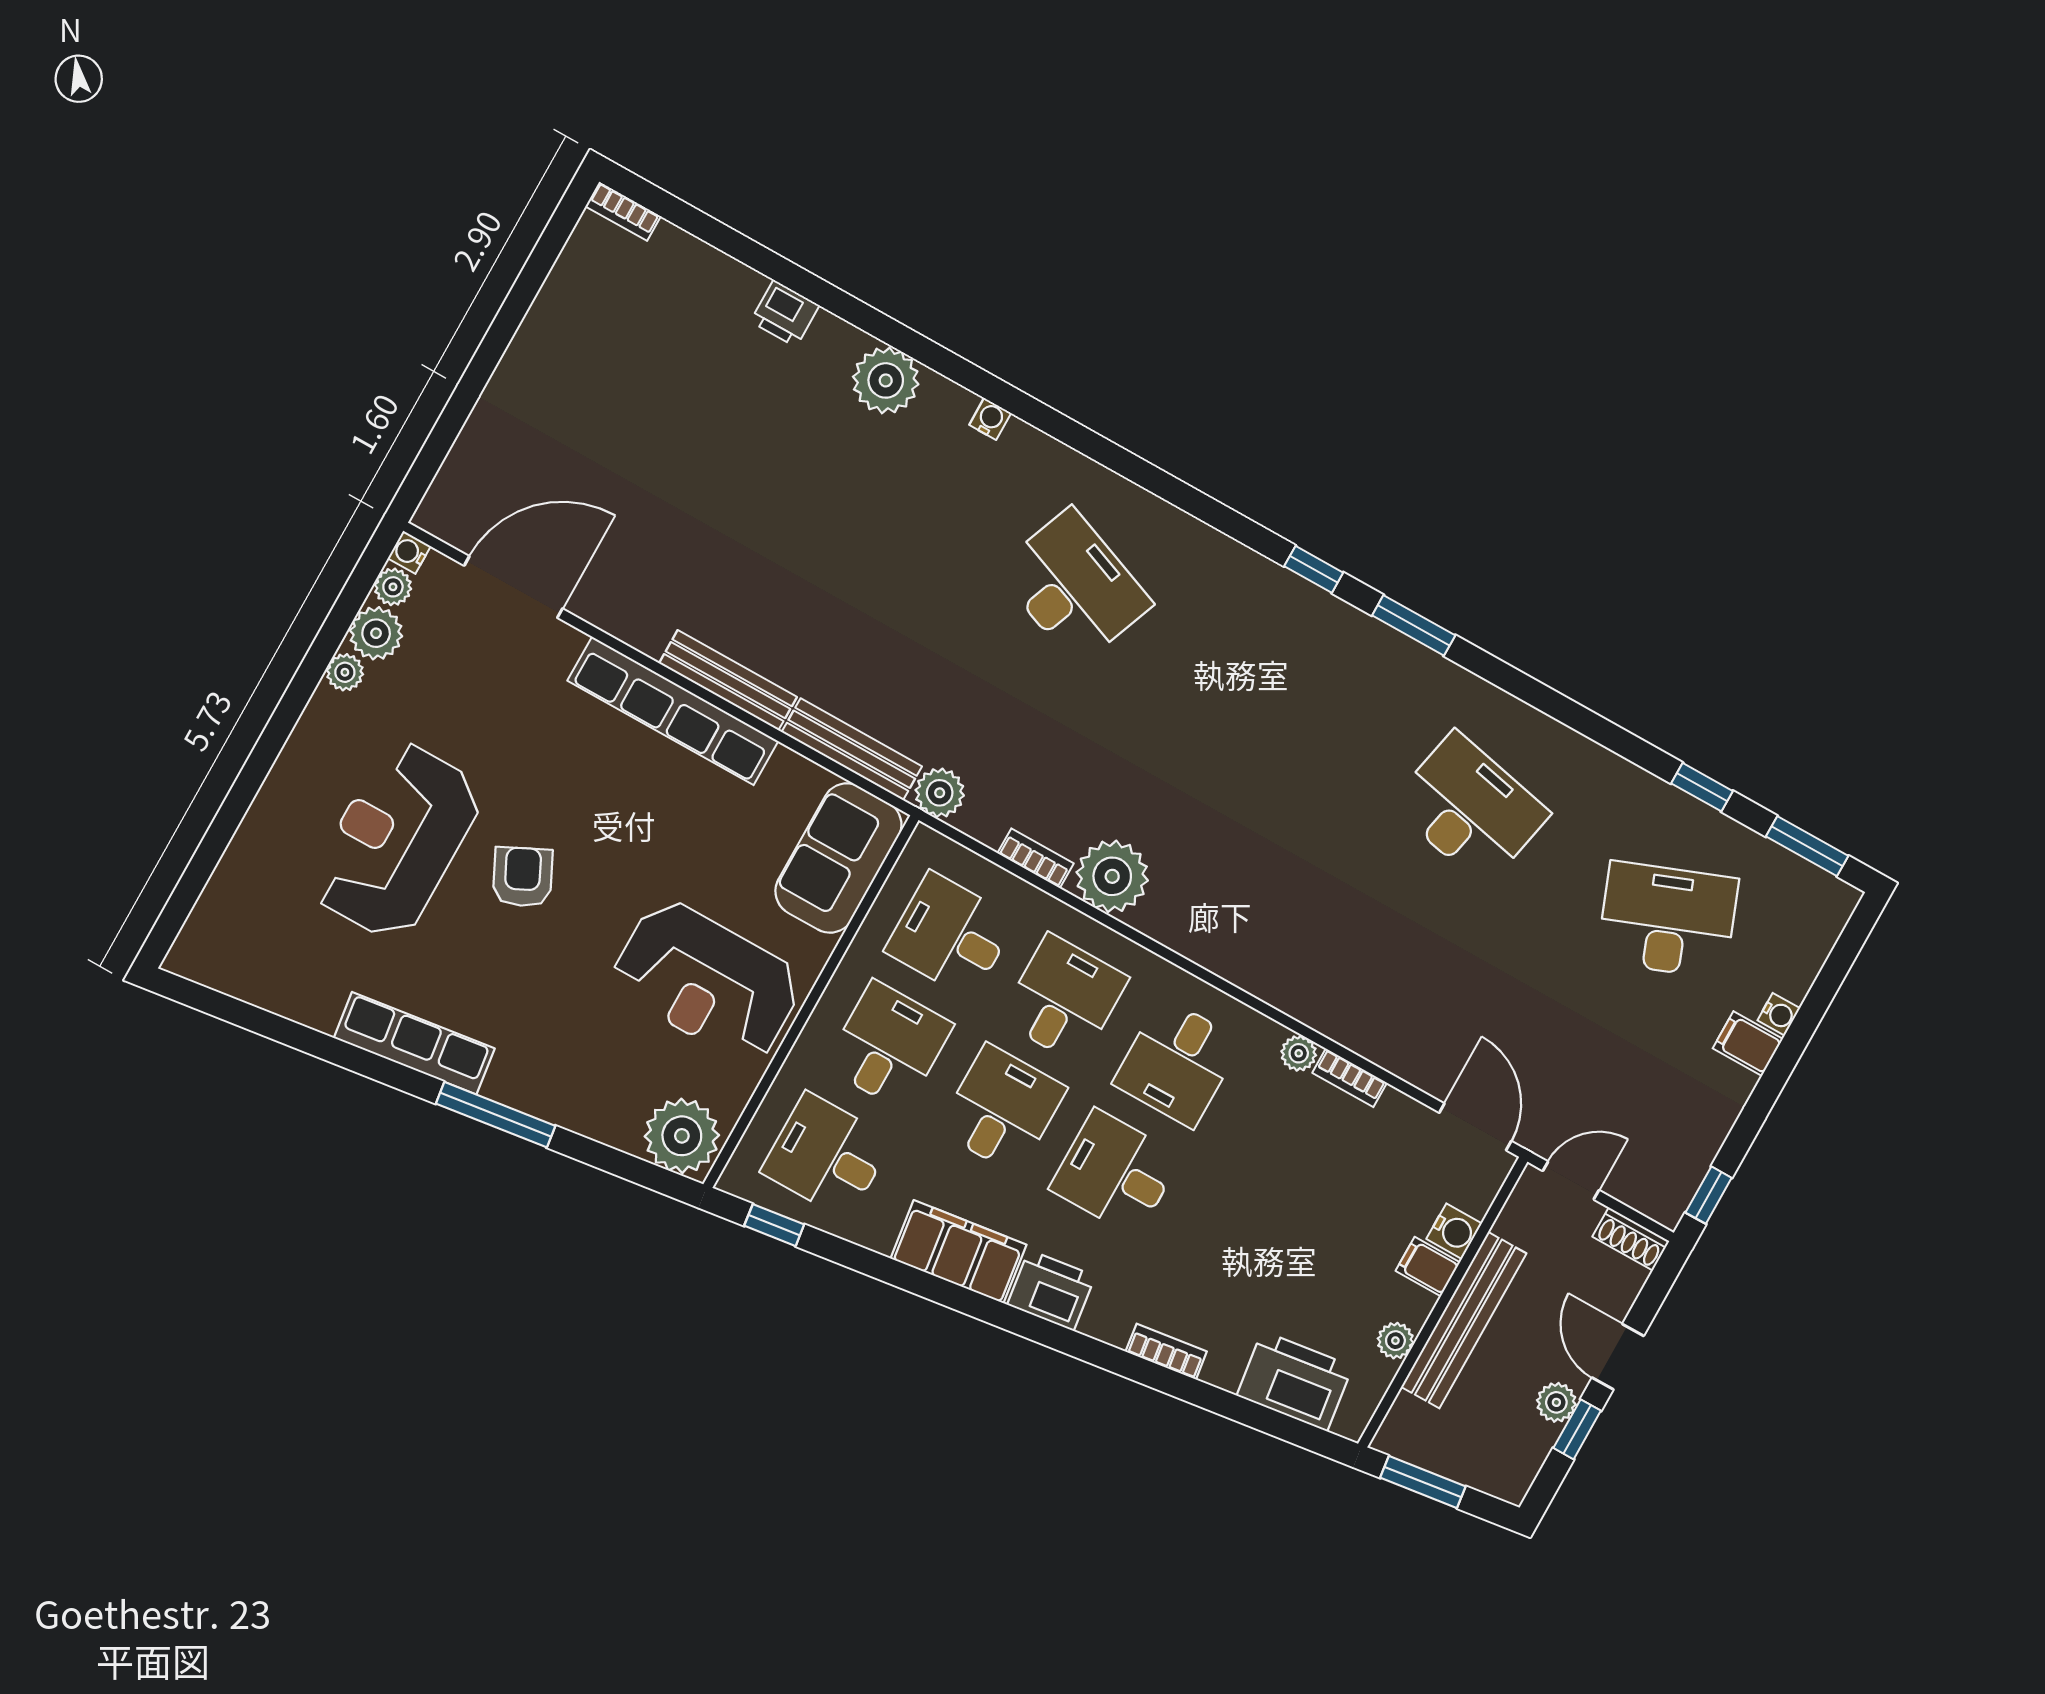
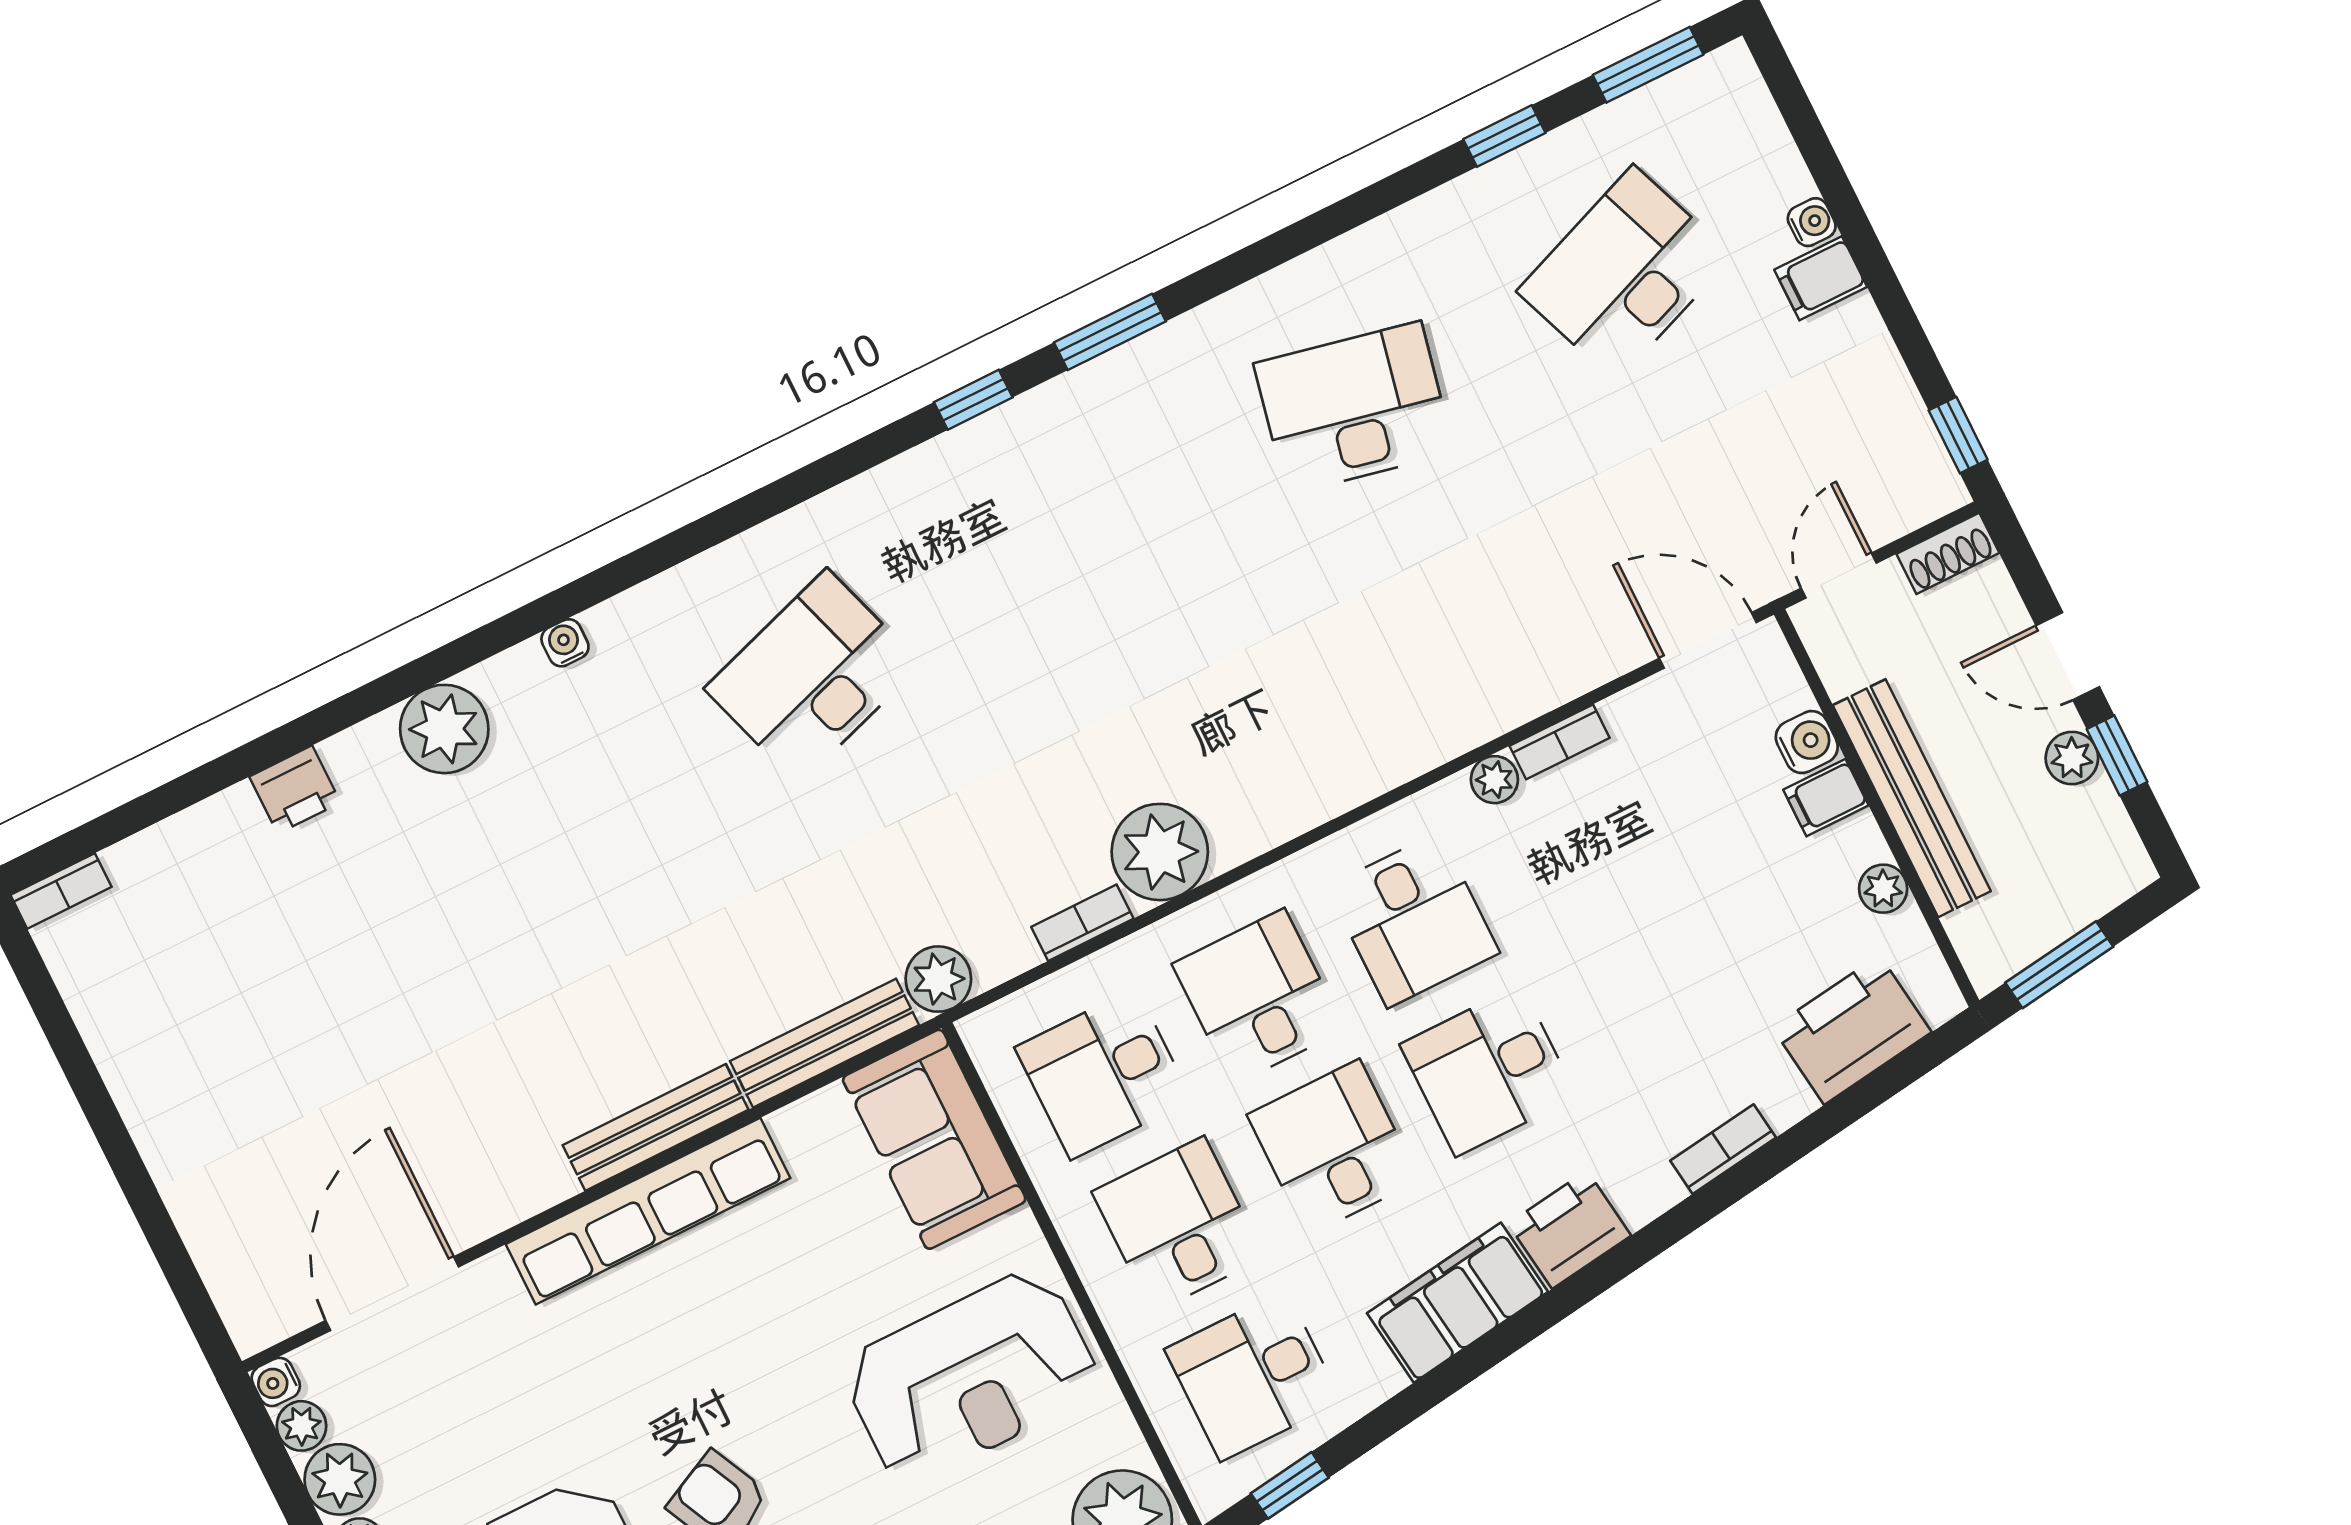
desk: (1074, 587) -> (813, 677), turned -39

